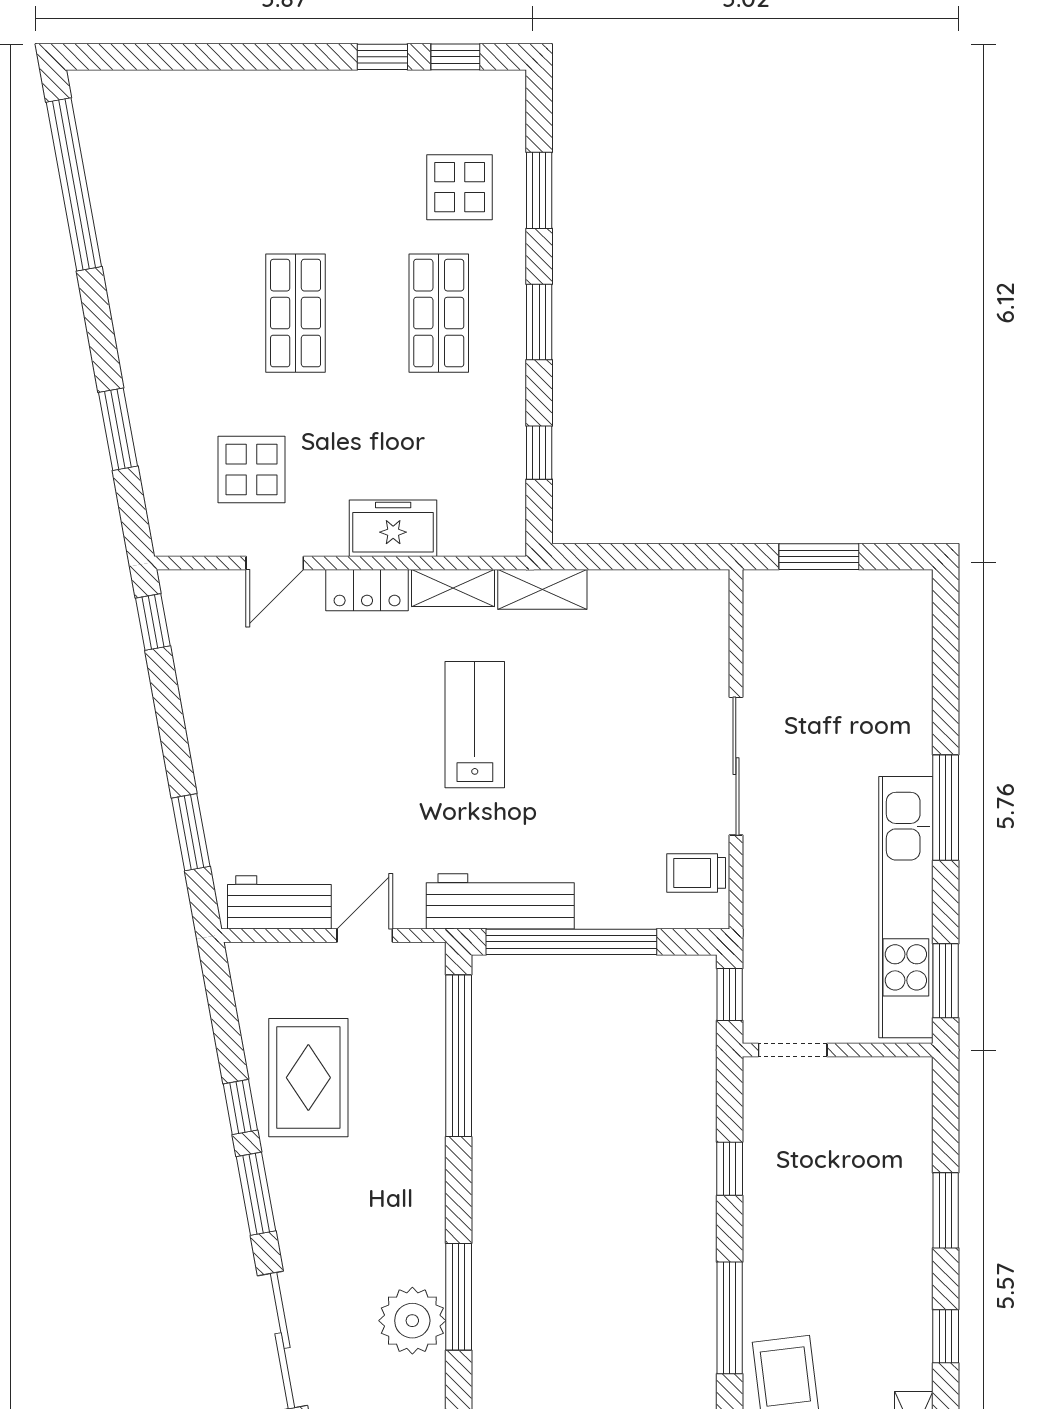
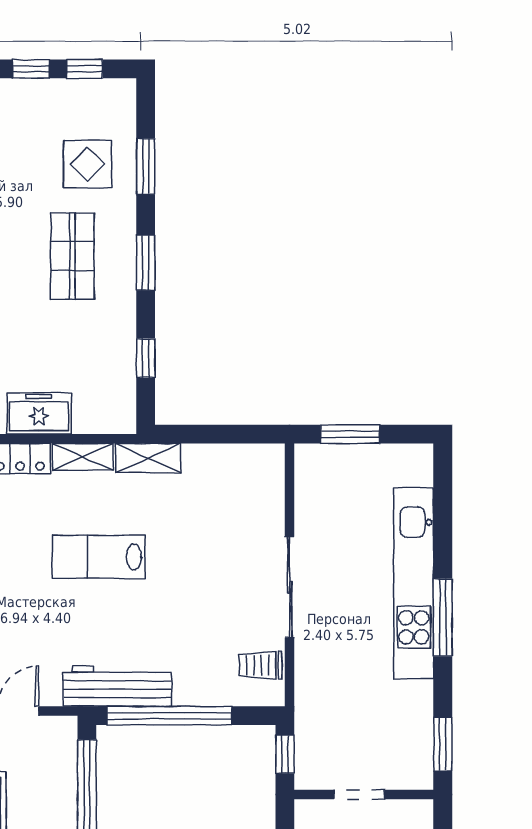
lab bench: (475, 725) -> (99, 557), turned -90
kitchen unit: (906, 907) -> (414, 583), moved
doorway: (793, 1050) -> (359, 795), moved

